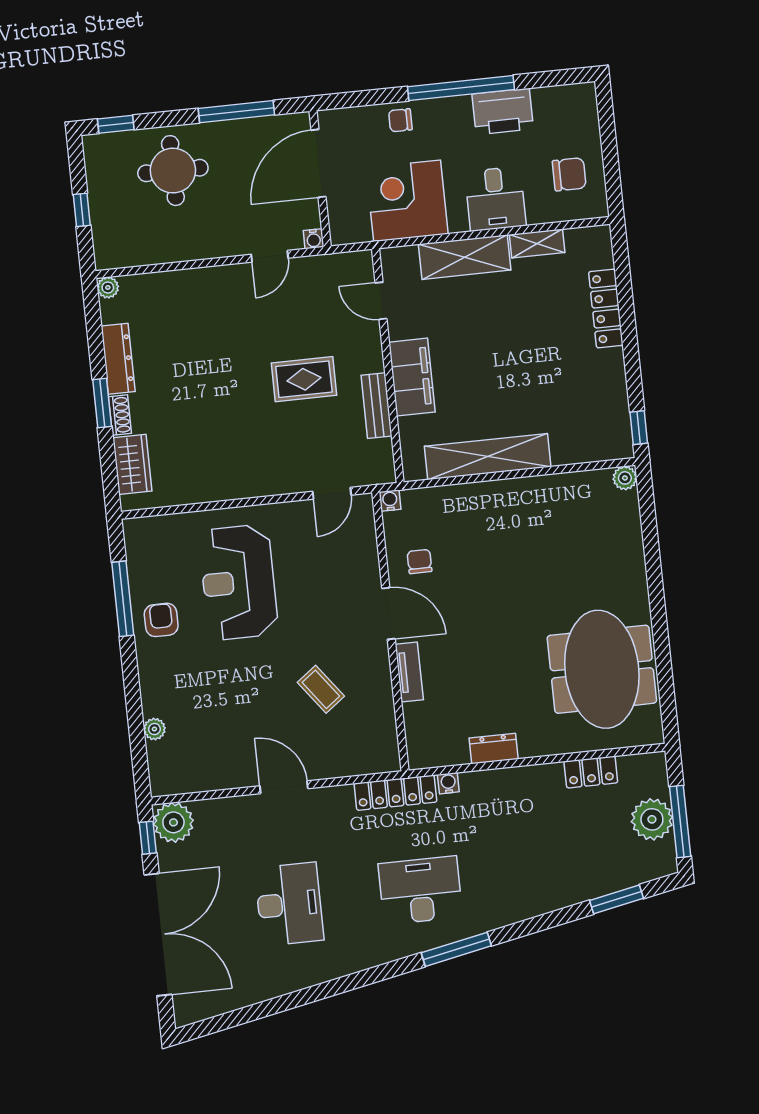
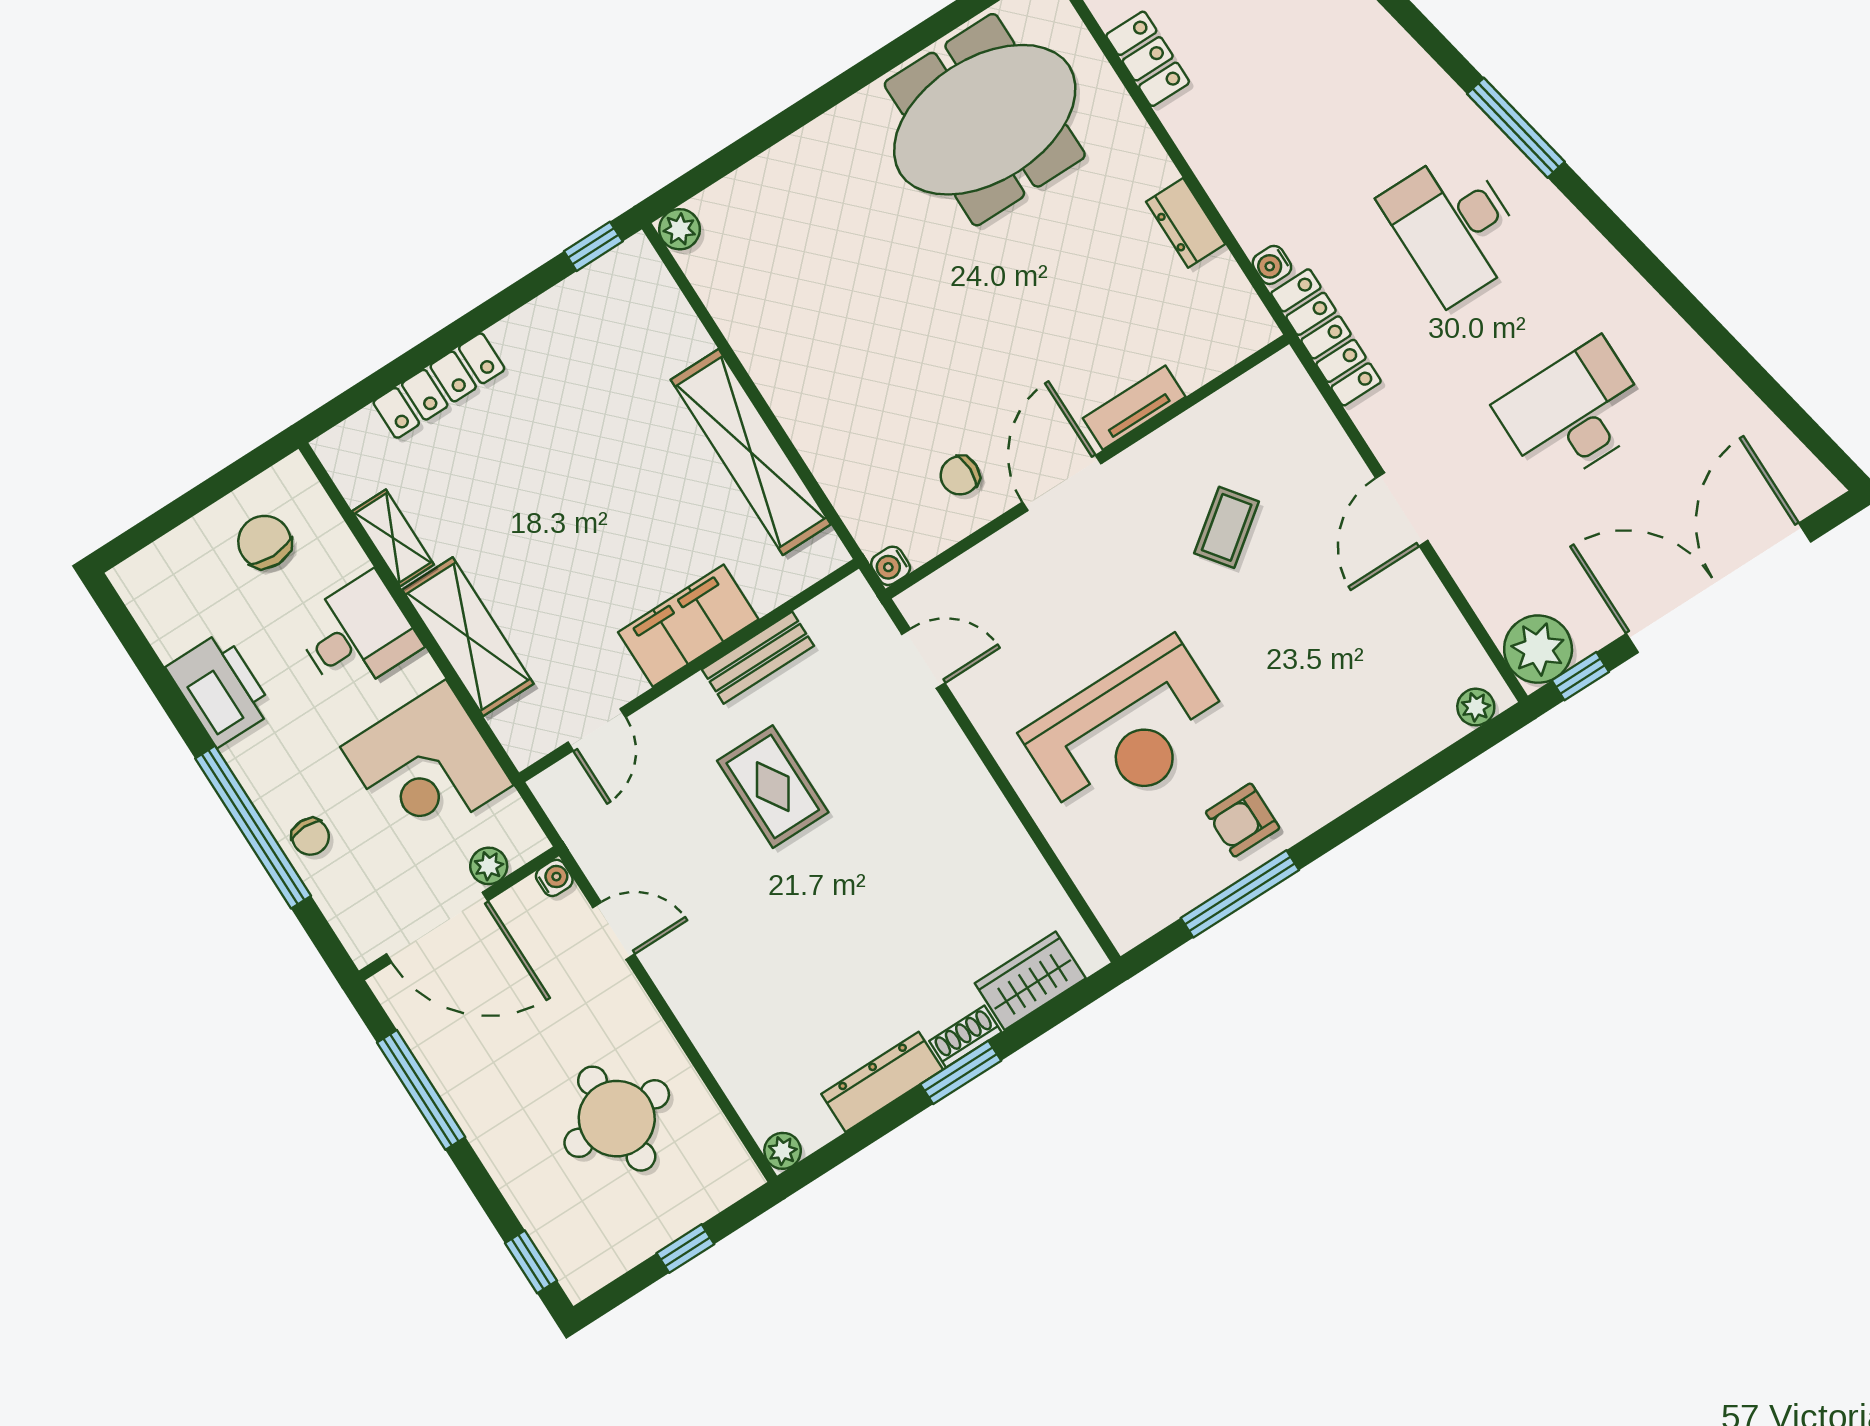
window: (461, 88) -> (253, 827), moved
round table: (173, 171) -> (617, 1119), moved
plant: (337, 207) -> (489, 866), added
plant: (154, 729) -> (1476, 707), moved

